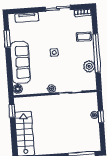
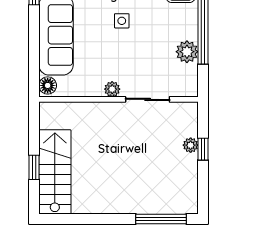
window: (12, 111) -> (34, 167), moved

